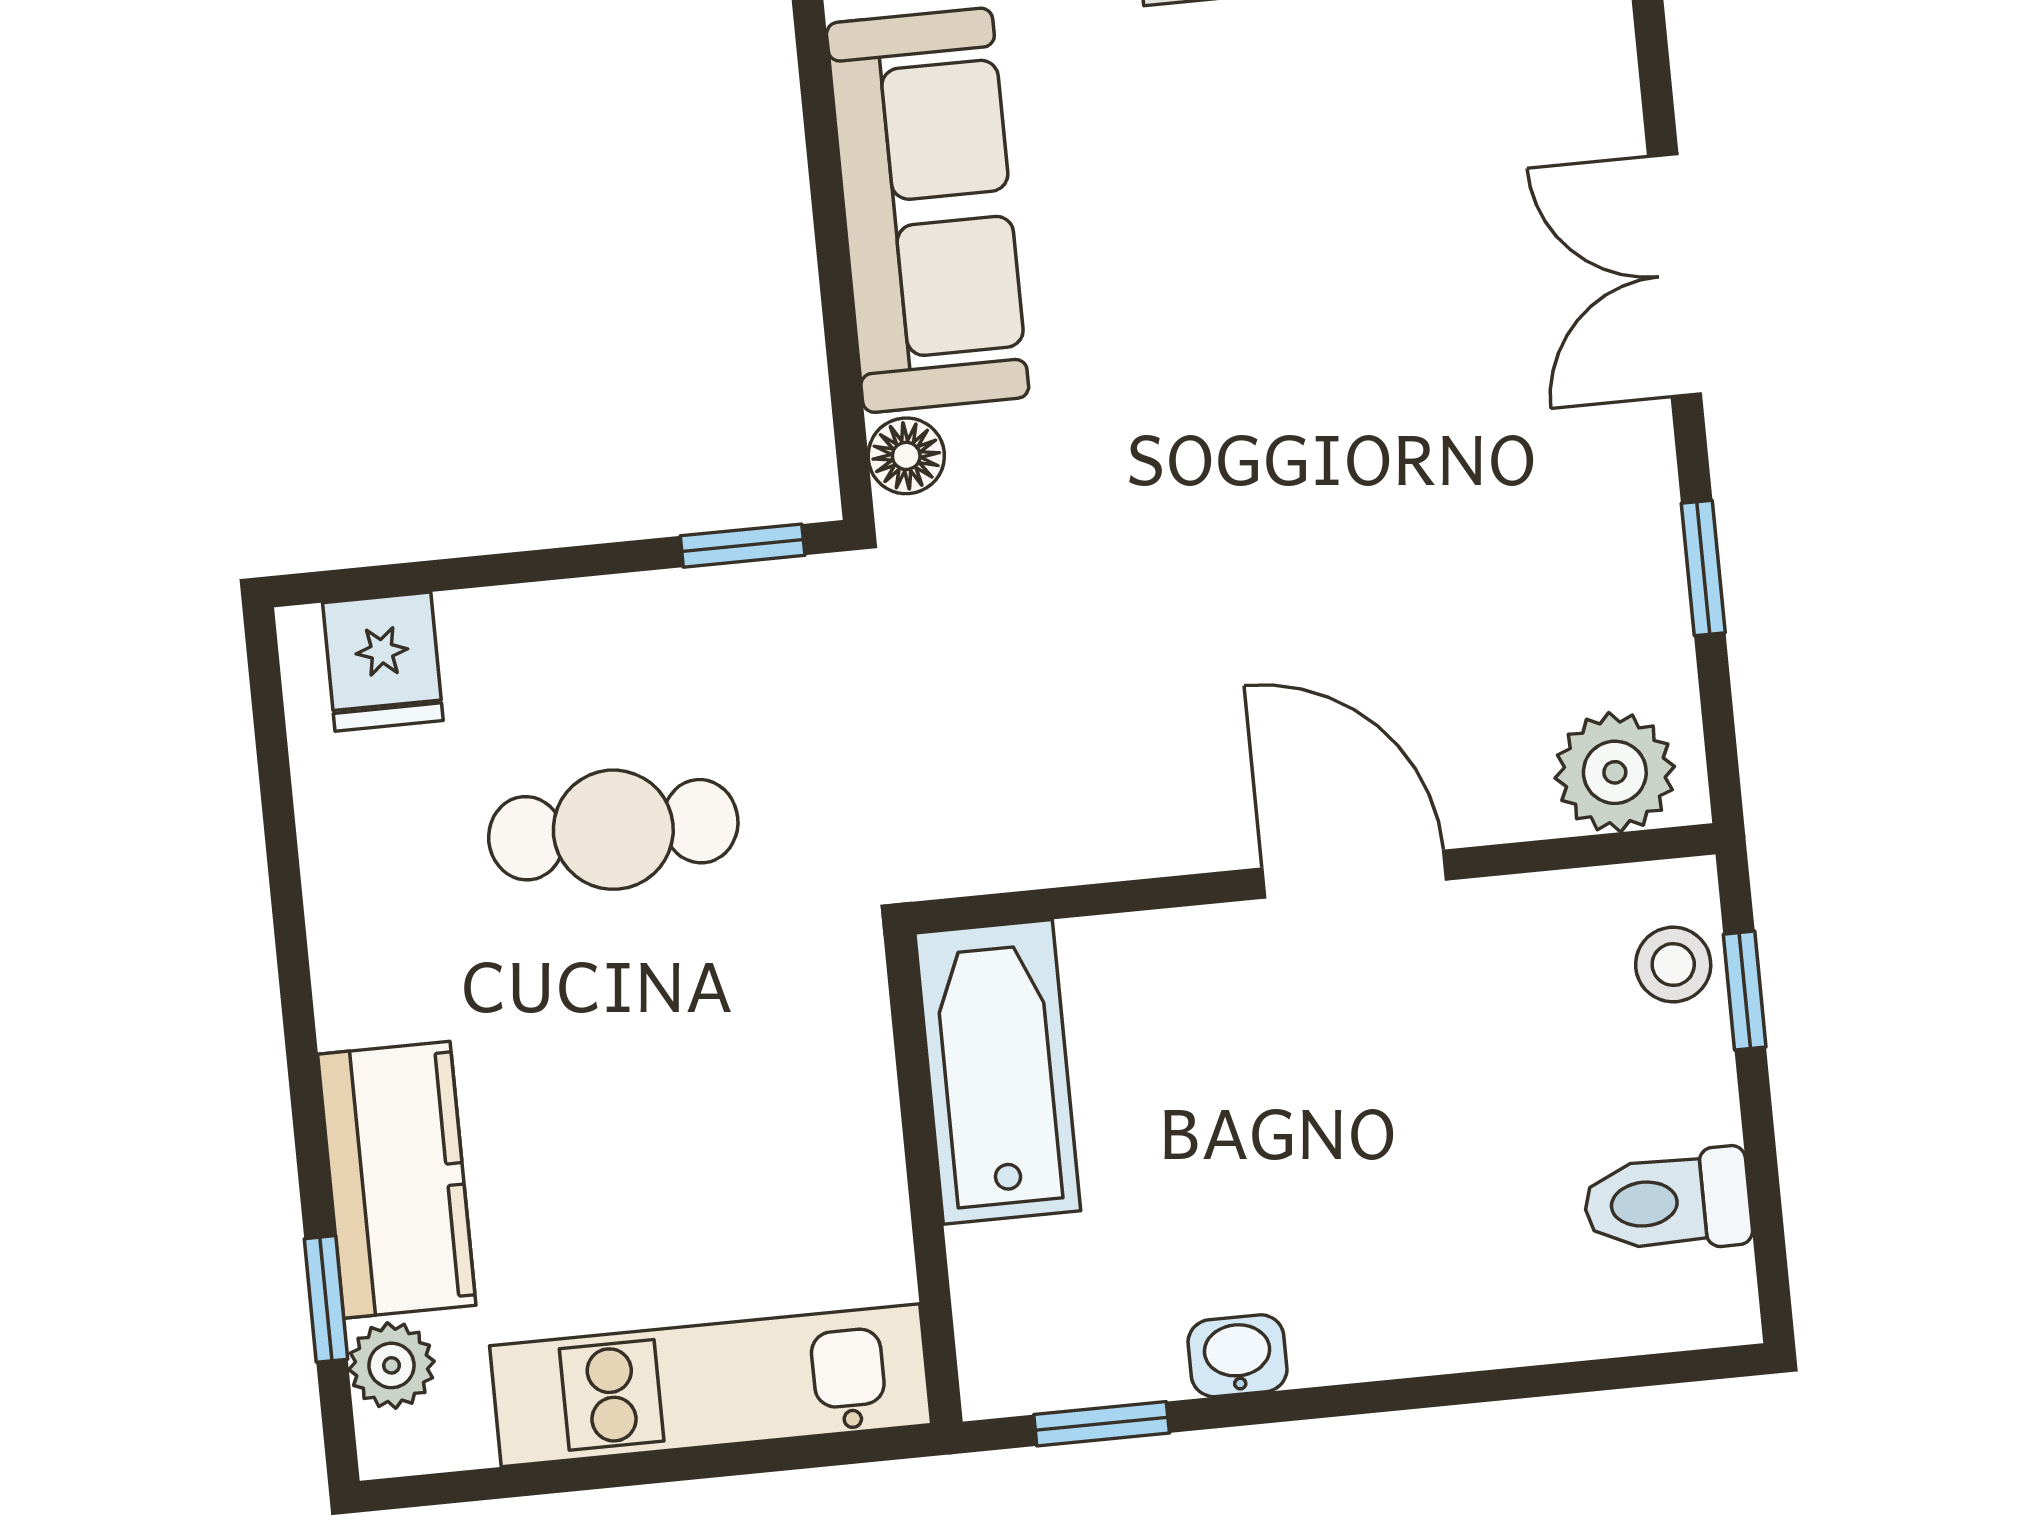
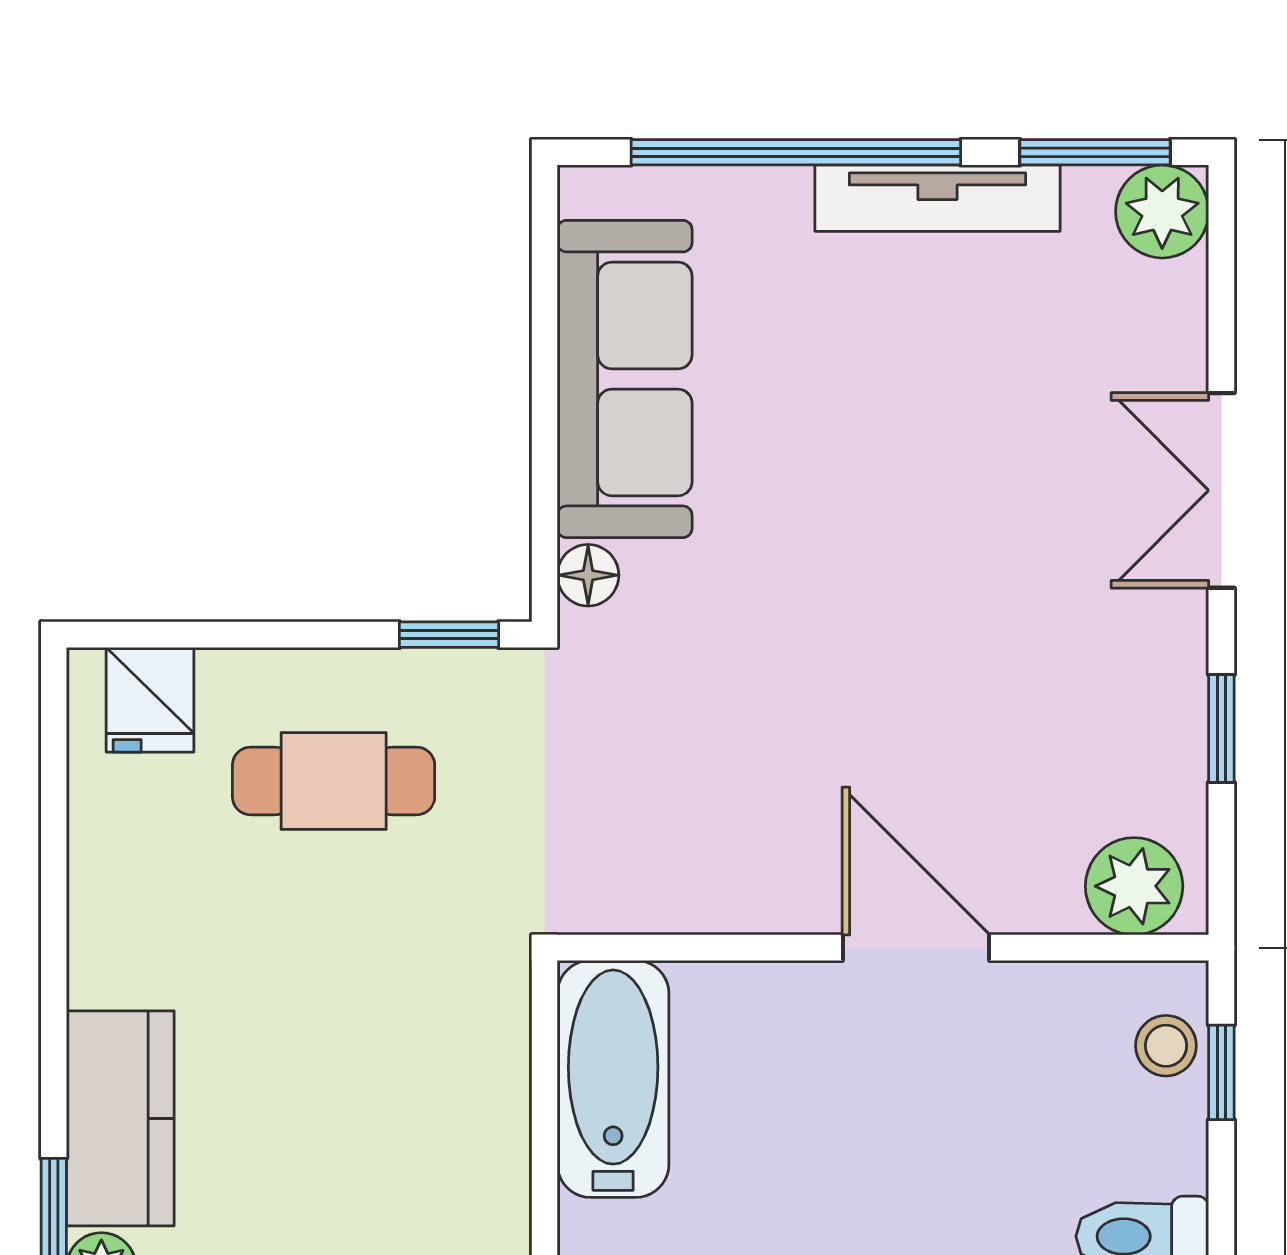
cafe table: (613, 830) -> (334, 781), moved

